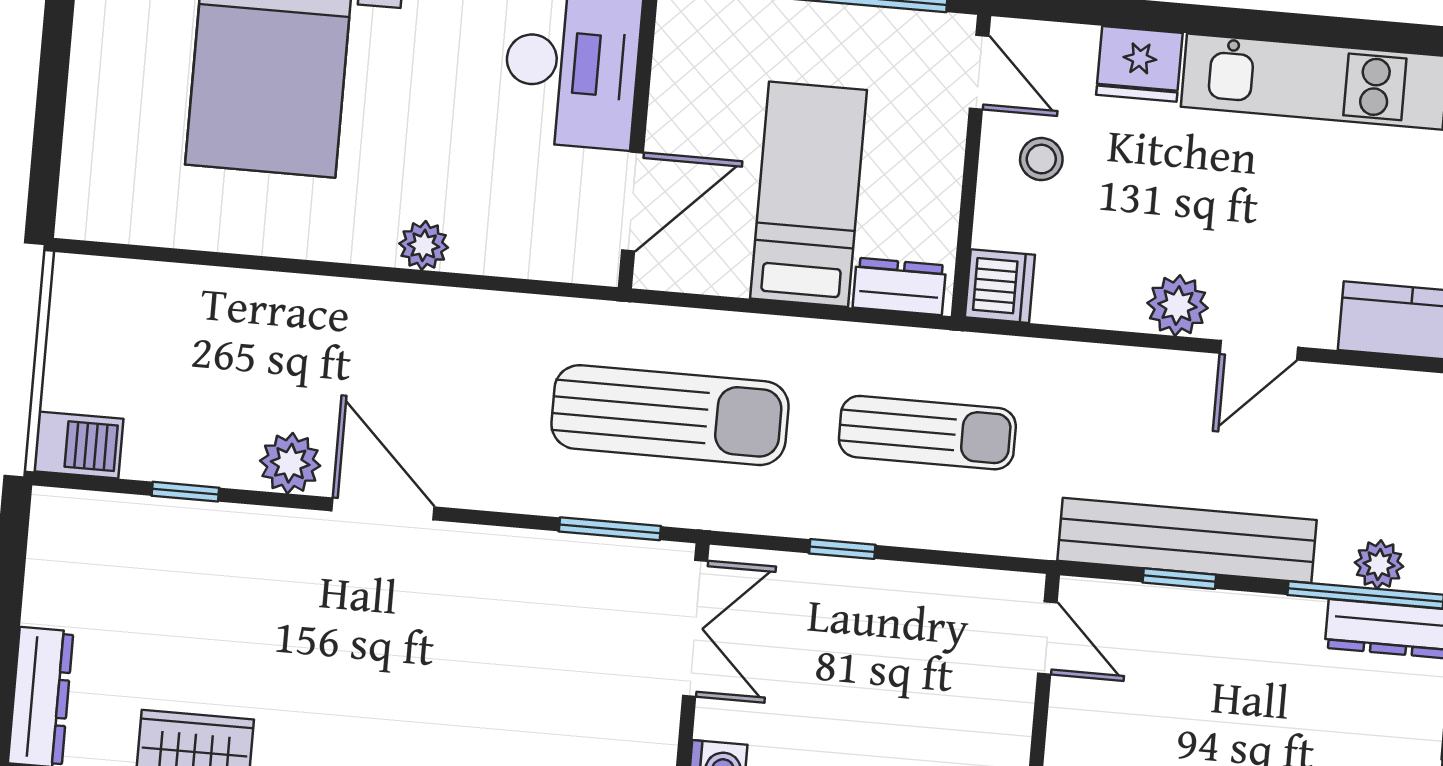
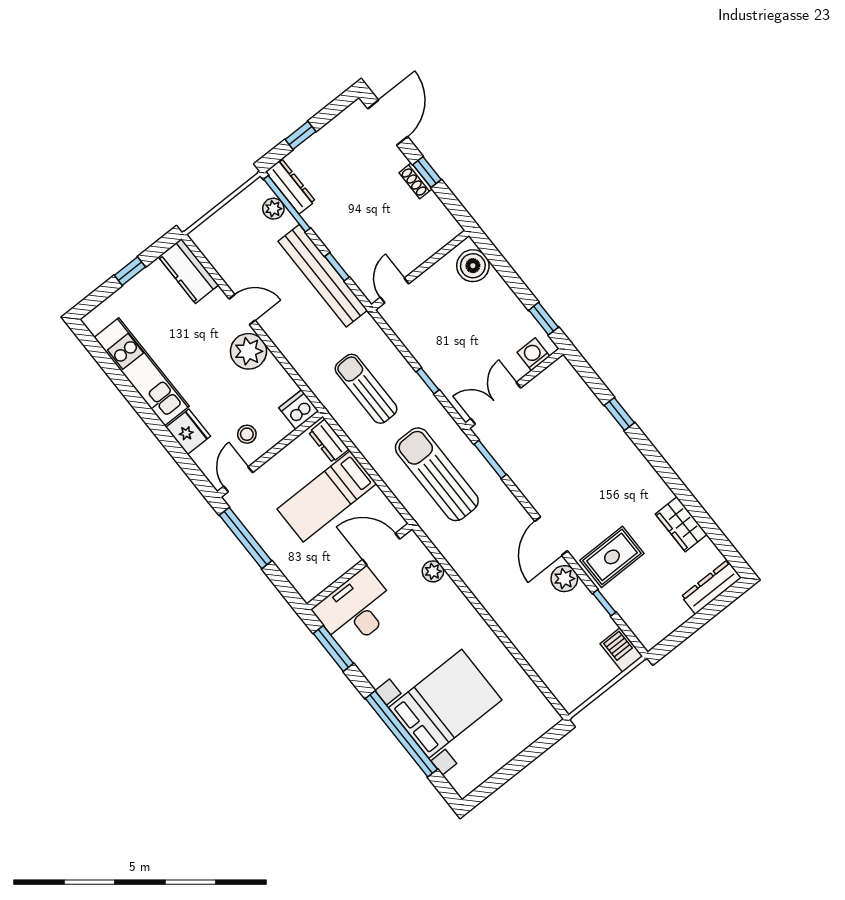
plant: (424, 245) -> (433, 571), moved
plant: (1177, 305) -> (248, 351), width x1.36, depth x1.36
rug: (251, 578) -> (612, 557), added

